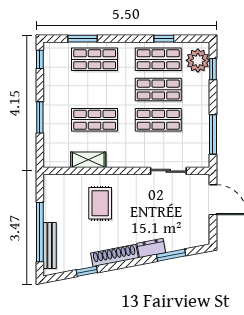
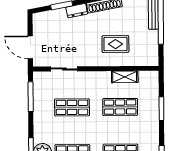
shop shelf: (158, 90) -> (72, 130), removed
rug: (100, 203) -> (115, 44), turned 90

